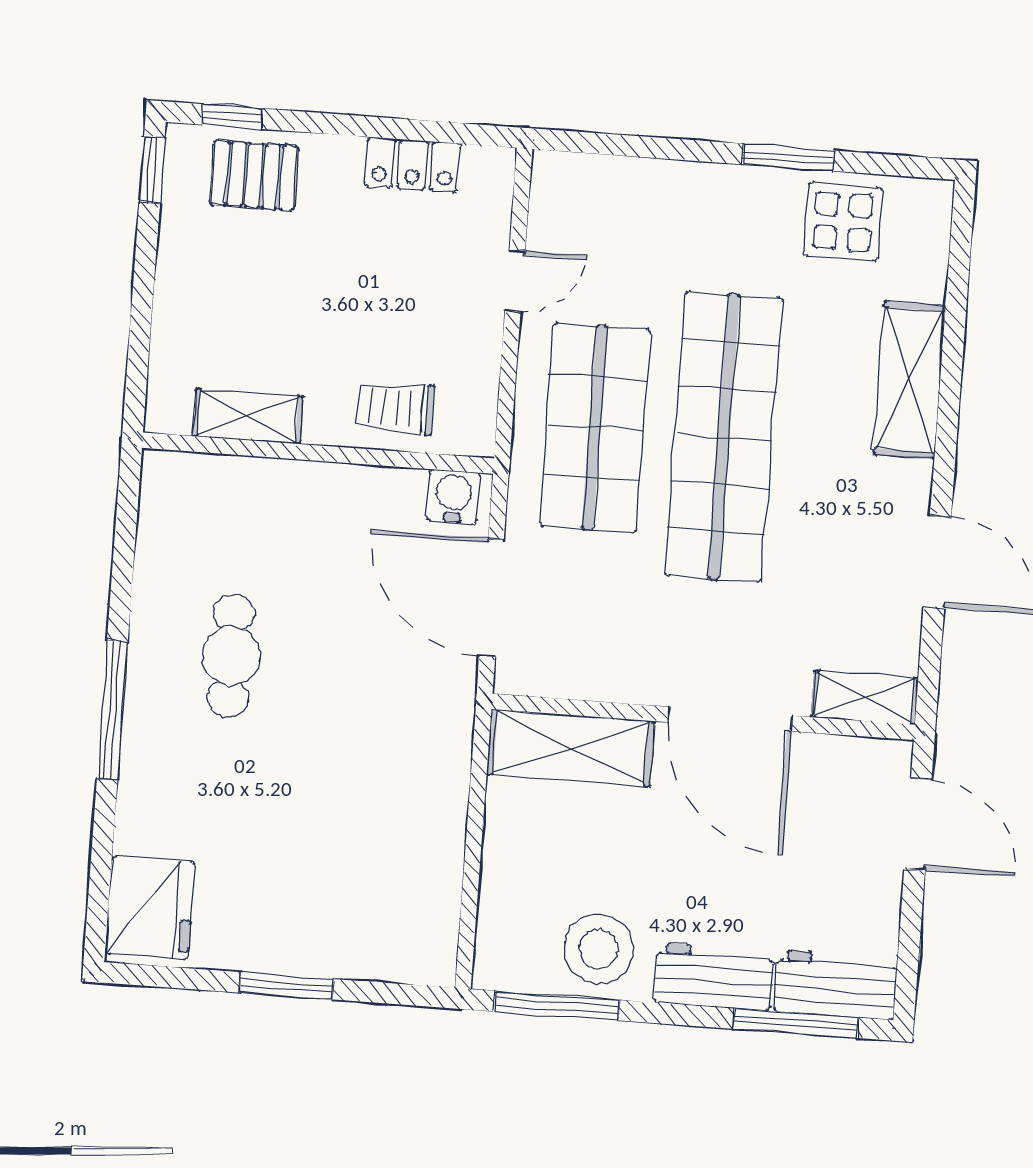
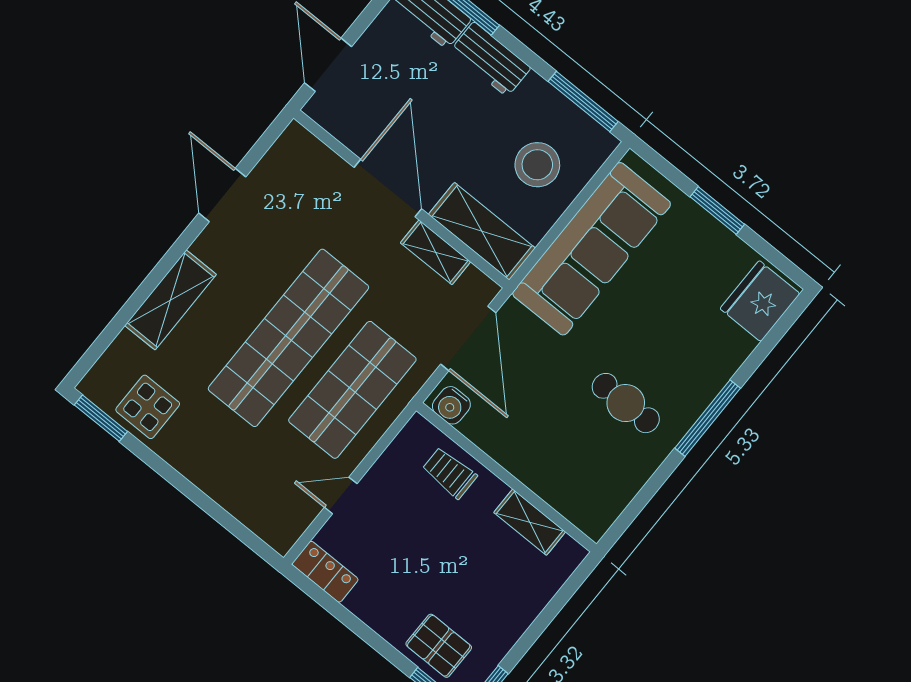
window: (789, 157) -> (101, 418), moved
locker: (413, 165) -> (325, 572), moved
trolley: (395, 408) -> (450, 473), turned 180
cafe table: (231, 656) -> (626, 403), turned 90
shelving: (865, 698) -> (435, 252), moved
sofa: (414, 824) -> (592, 249), added
stool: (599, 949) -> (537, 165), moved

